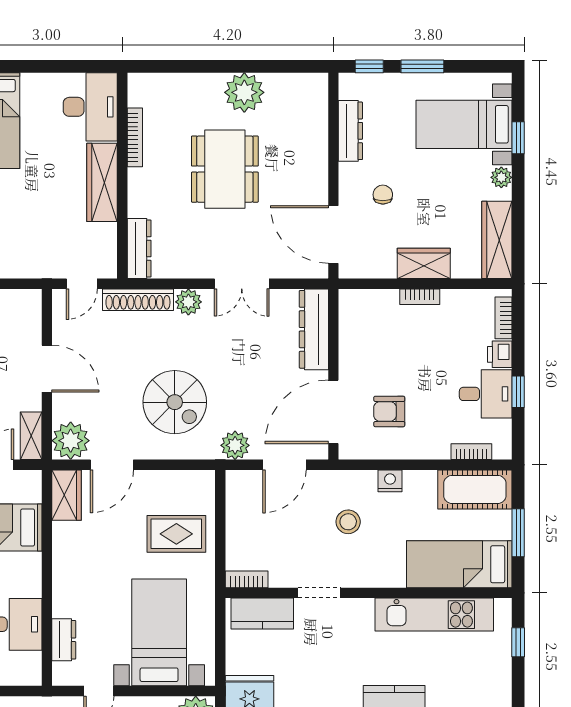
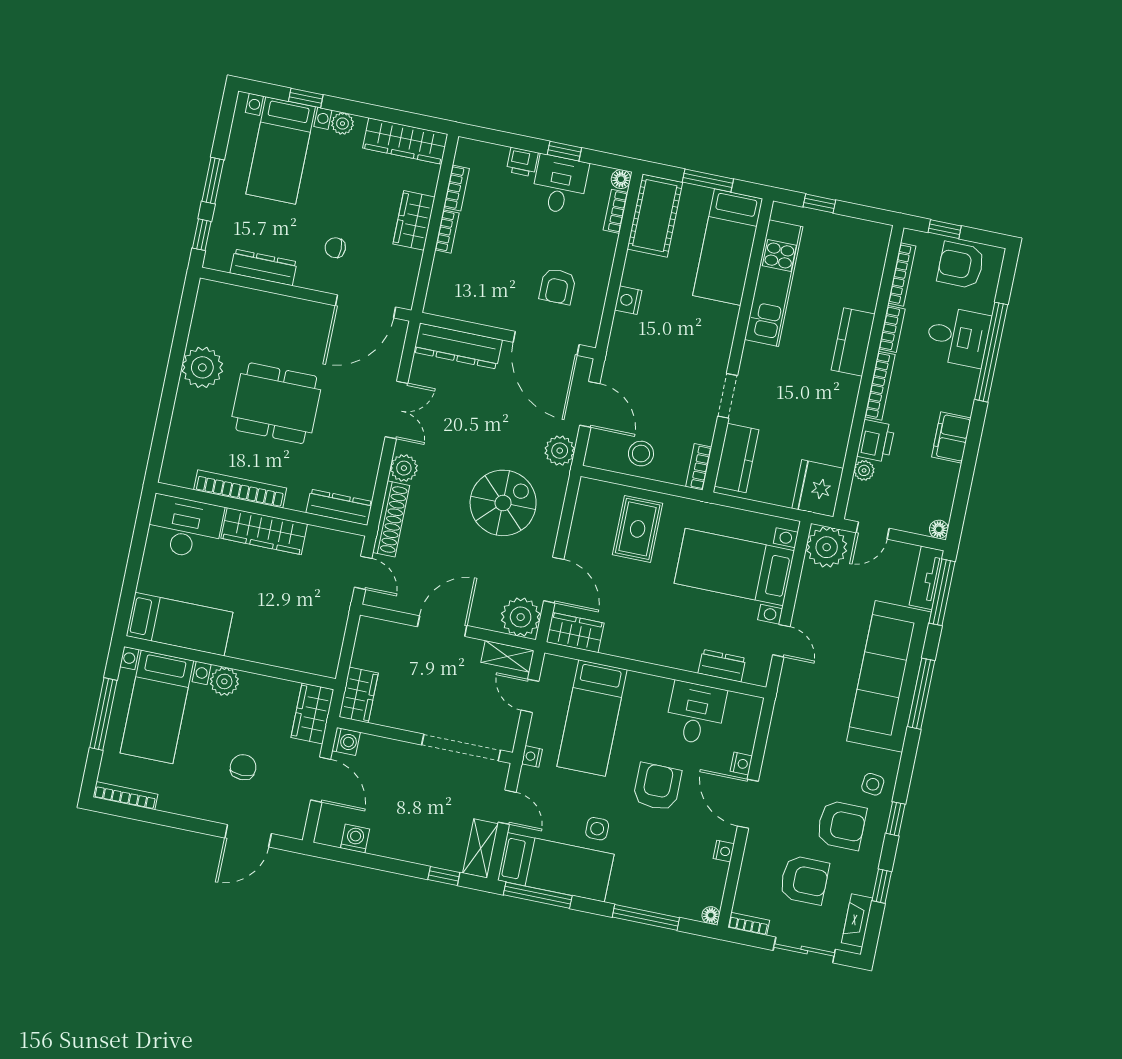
bookcase: (135, 137) -> (240, 489), width x1.48, depth x1.31
bookcase: (503, 318) -> (456, 188), moved, turned -90
floor lamp: (503, 451) -> (621, 179), added
stool: (348, 522) -> (641, 454), moved

